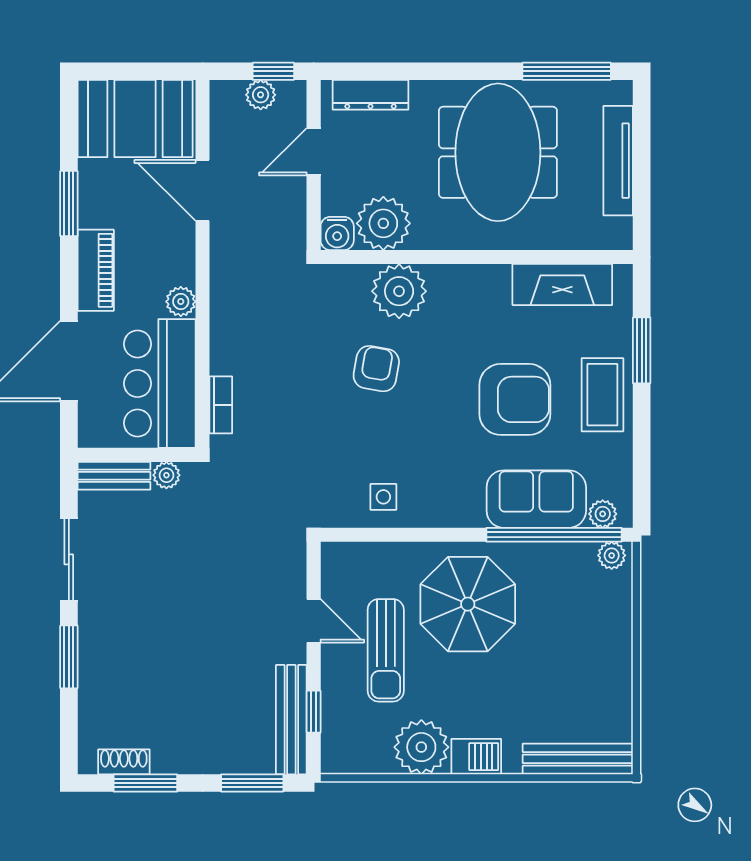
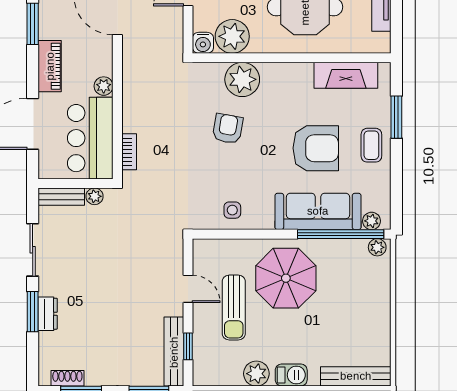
coffee table: (602, 395) -> (371, 145), width x0.73, depth x0.77
sofa: (536, 499) -> (318, 211), width x1.36
dresser: (92, 660) -> (48, 314), added
plant: (421, 747) -> (256, 374), width x0.73, depth x0.73

